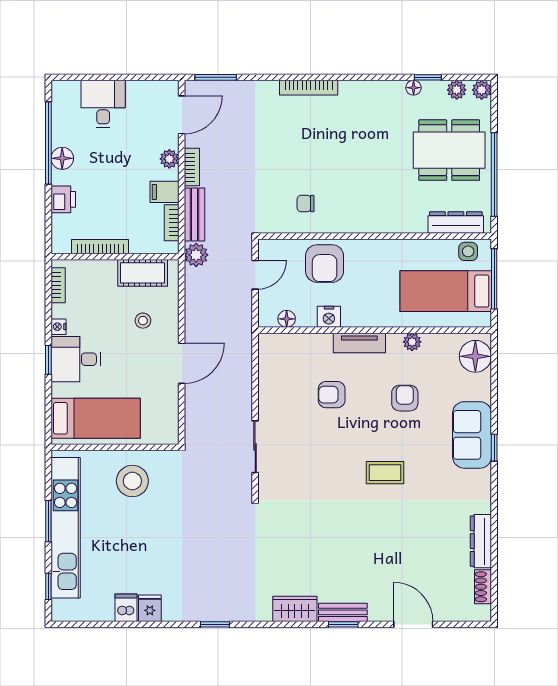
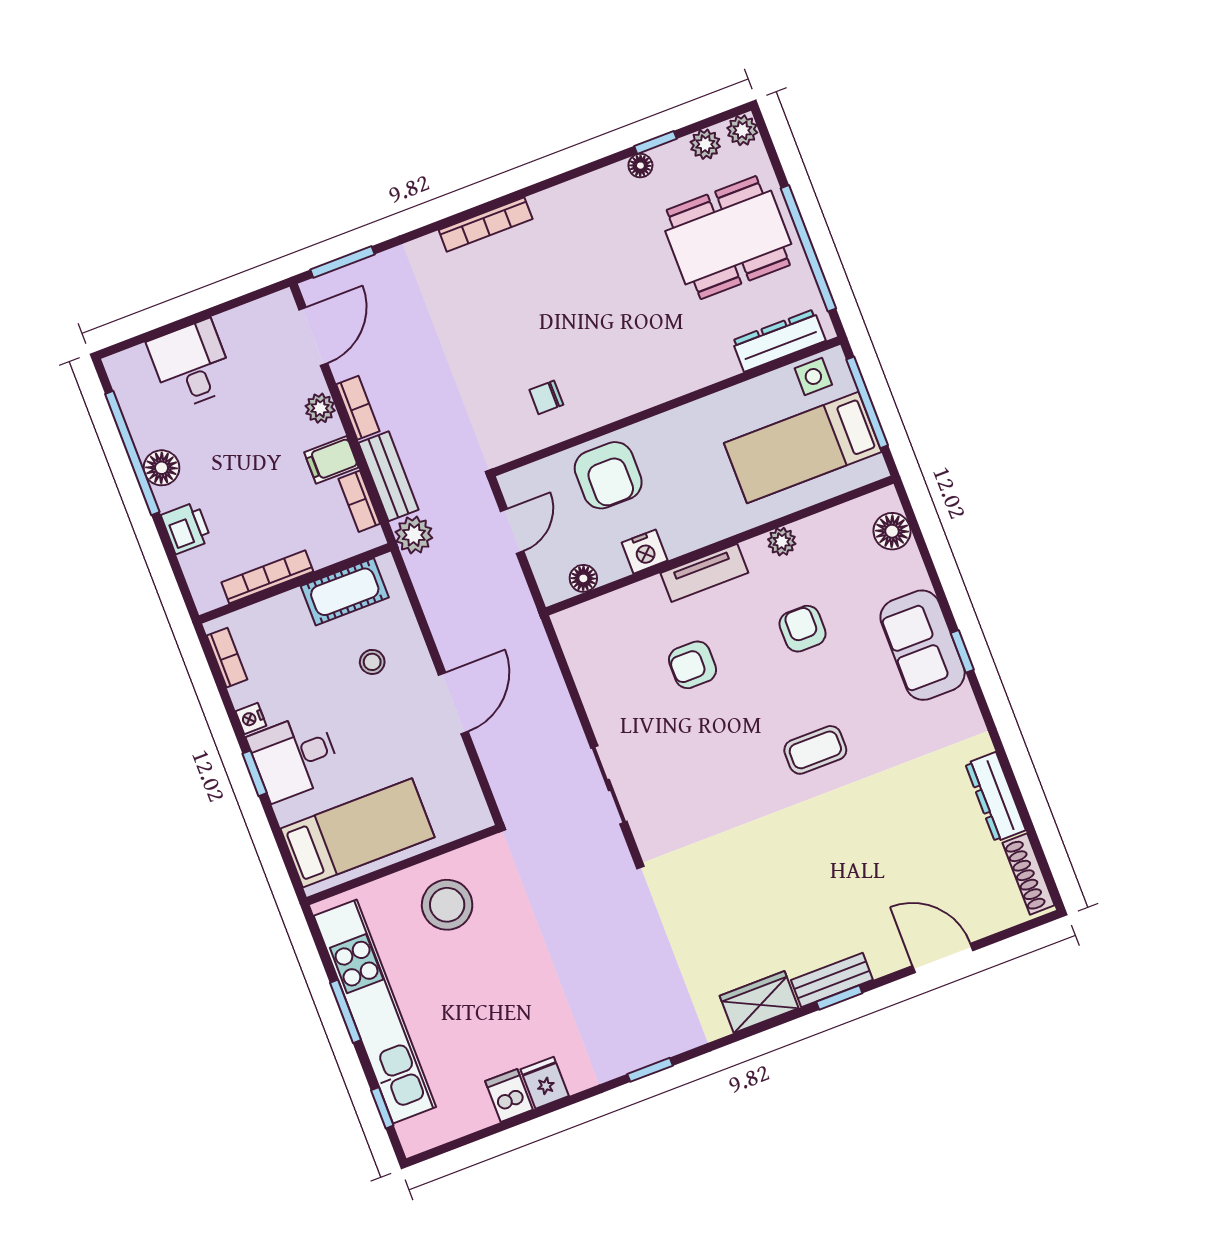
floor lamp: (475, 356) -> (892, 531), width x0.73, depth x0.73
shoe rack: (483, 587) -> (1029, 874), width x1.43

